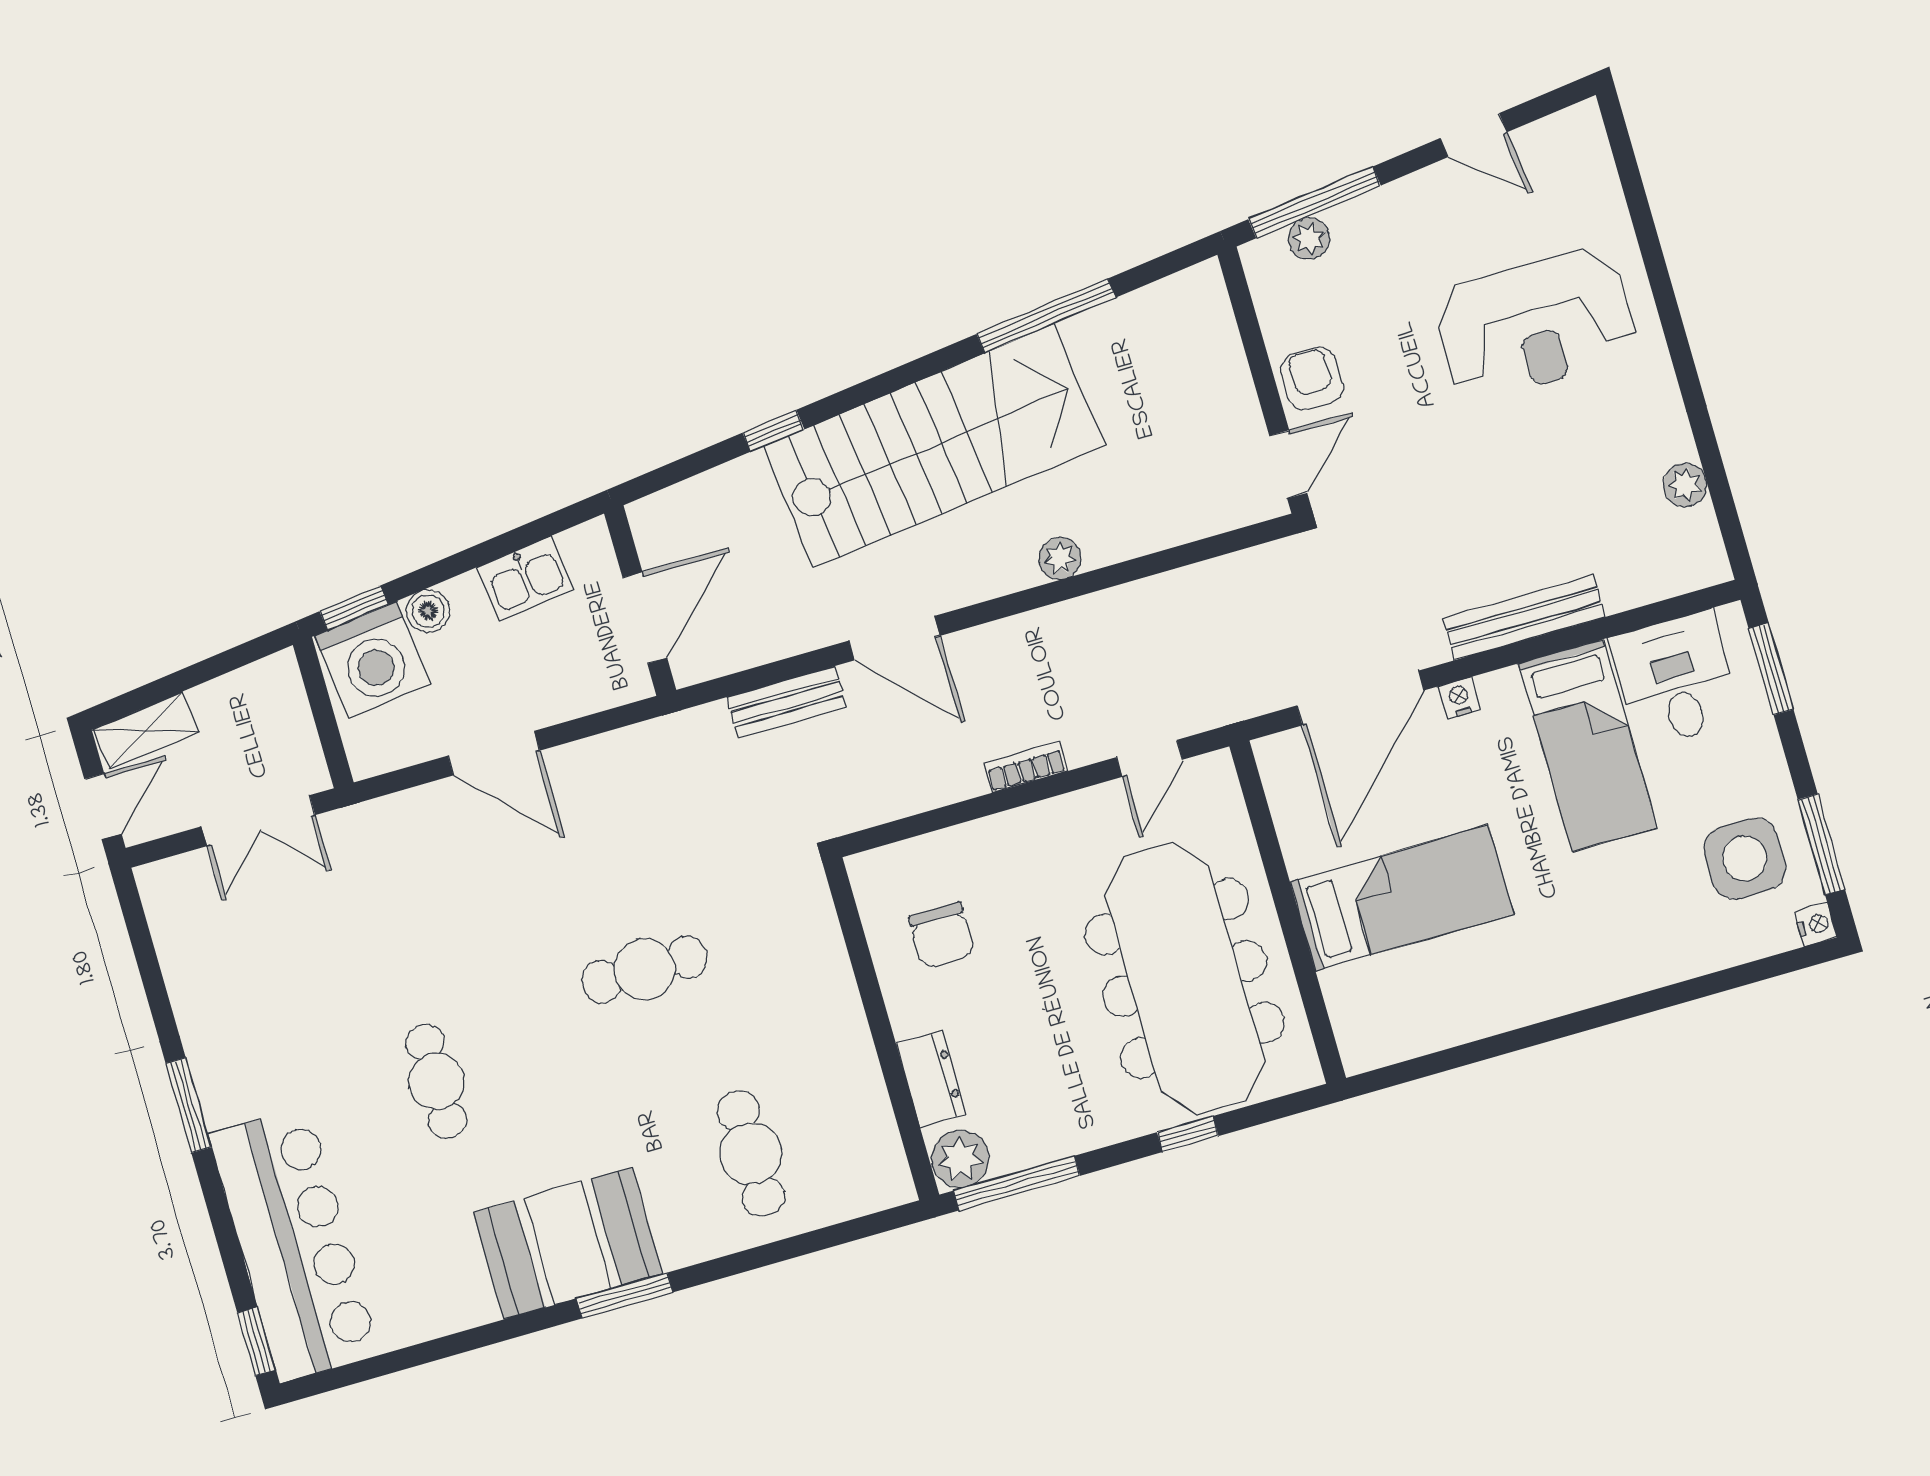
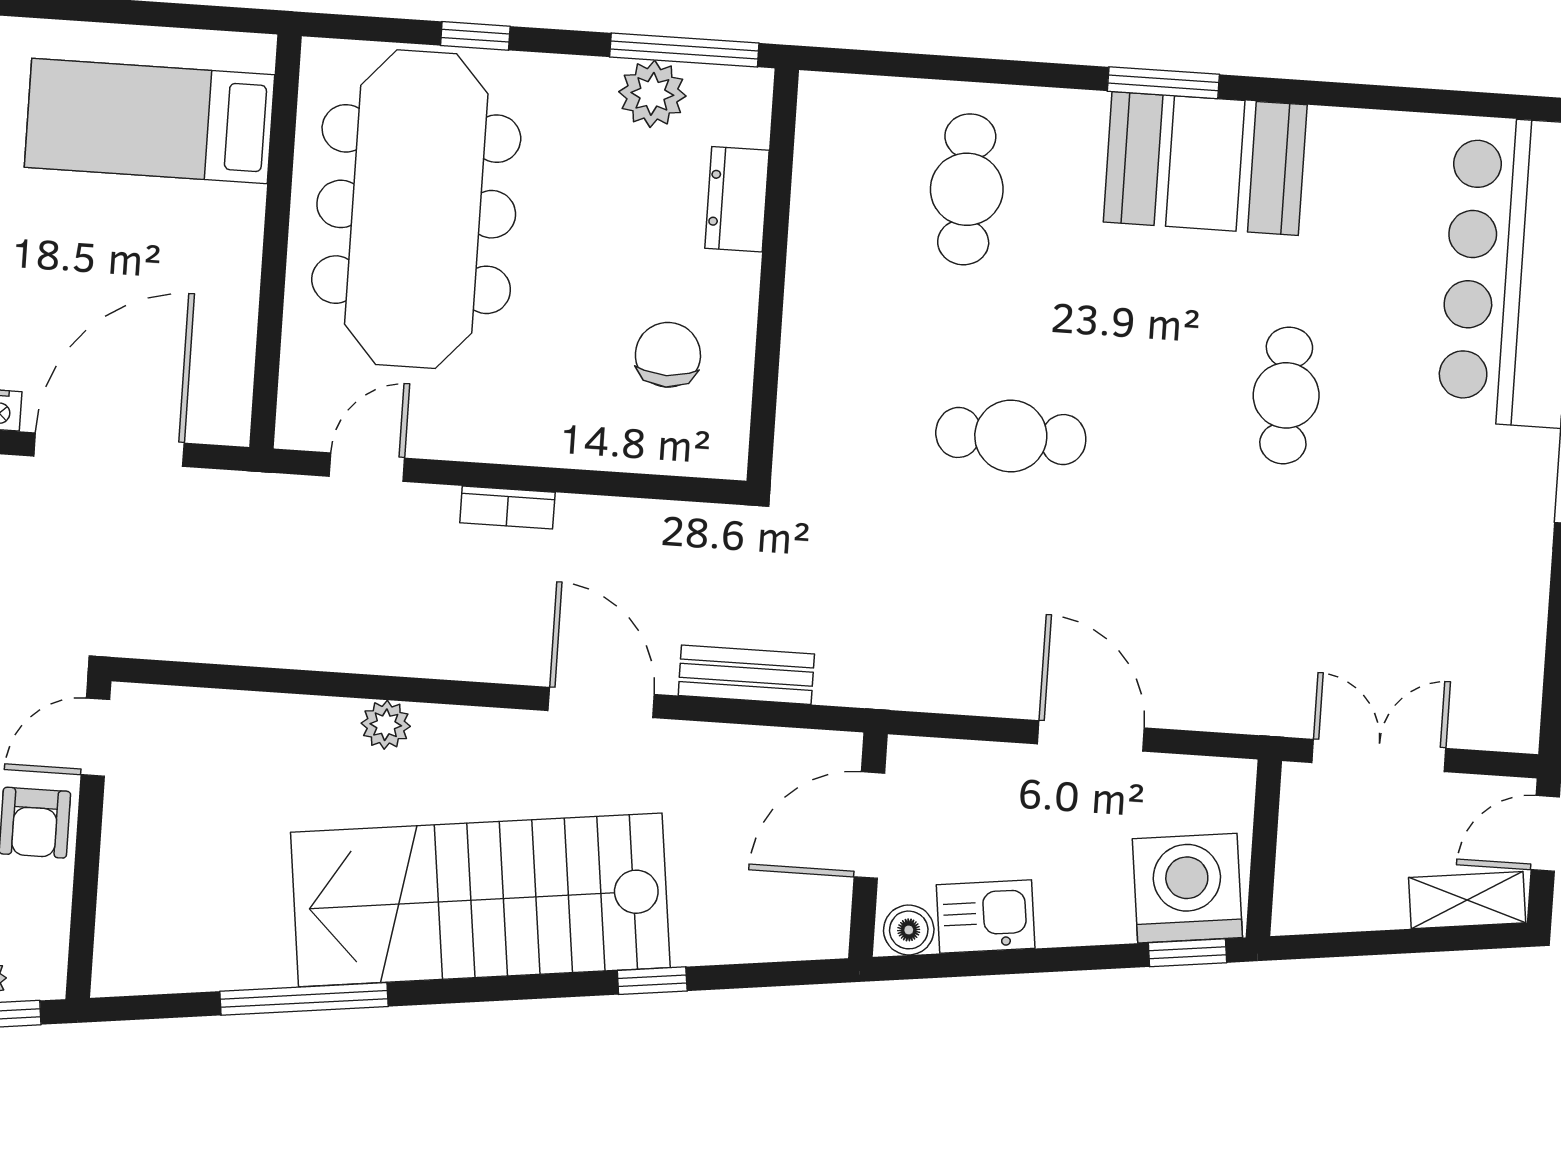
boiler: (428, 611) -> (909, 930), moved
bed: (1402, 898) -> (150, 121), moved
plant: (960, 1159) -> (652, 94), moved

